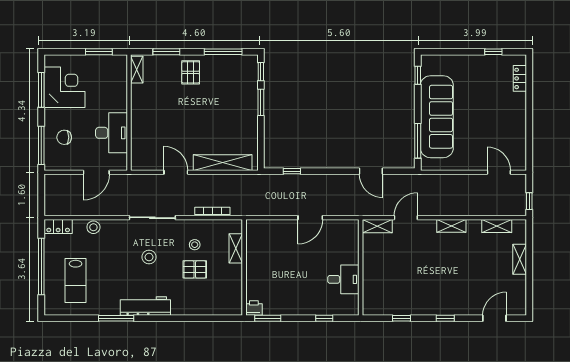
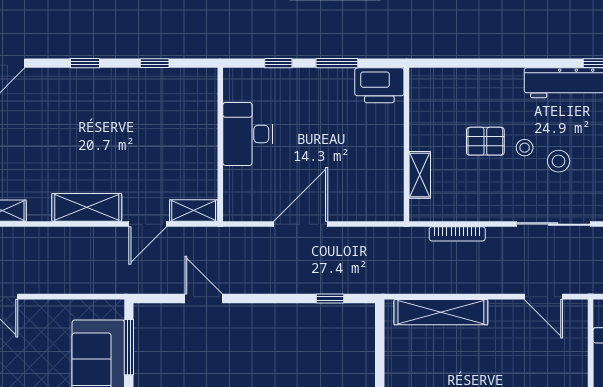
door: (176, 172) -> (543, 297), moved
door: (310, 218) -> (301, 224), width x1.36
shelving: (451, 226) -> (87, 207), width x1.50, depth x1.33
stool: (195, 245) -> (525, 148), moved
desk: (343, 279) -> (248, 134), width x1.37
printer: (254, 308) -> (379, 85), width x1.87, depth x1.48
window: (268, 318) -> (337, 63), moved

